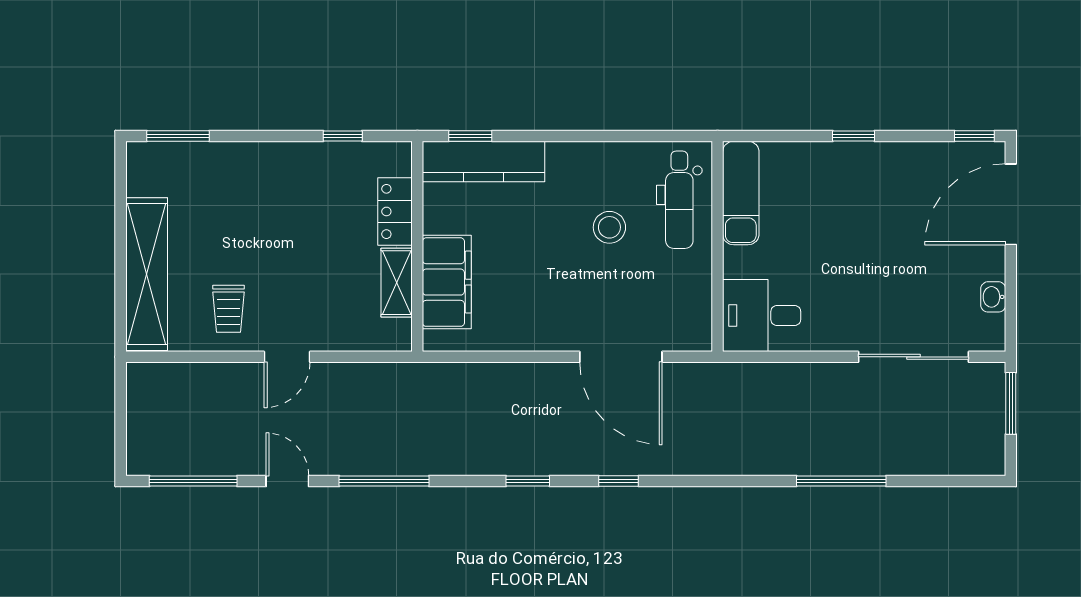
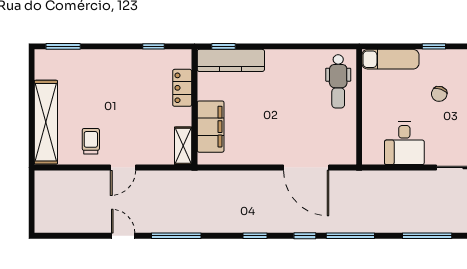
exam couch: (741, 193) -> (390, 59), moved, turned 90
chair: (863, 222) -> (439, 94), added
stool: (609, 227) -> (300, 96), removed
shelving: (397, 283) -> (183, 146), moved
trolley: (228, 309) -> (91, 141), turned 180
desk: (762, 316) -> (404, 143), moved, turned -90
window: (193, 481) -> (350, 236), moved

